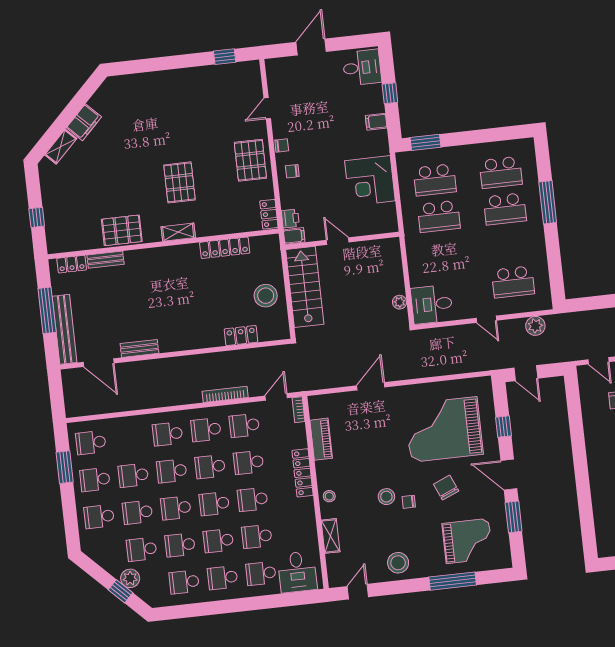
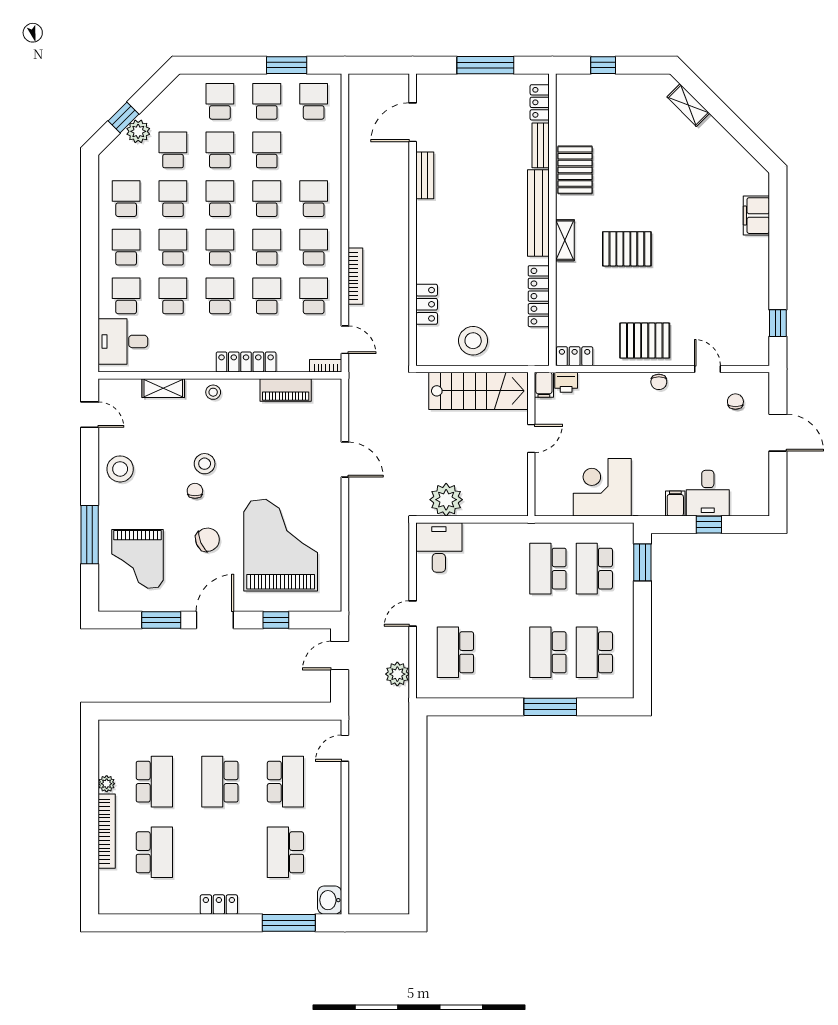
desk: (362, 68) -> (708, 493), moved
filing cabinet: (84, 122) -> (756, 216), moved, turned 45
chair: (292, 171) -> (735, 402), moved
plant: (400, 302) -> (446, 500), width x1.87, depth x1.87
bench: (65, 329) -> (538, 213), moved, turned 90

